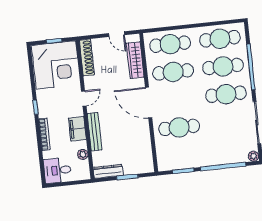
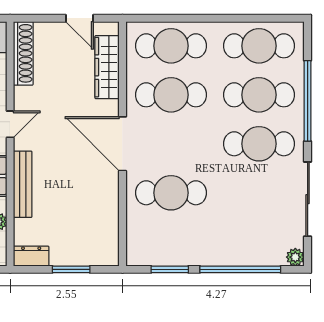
dresser: (108, 171) -> (31, 256), width x0.70

